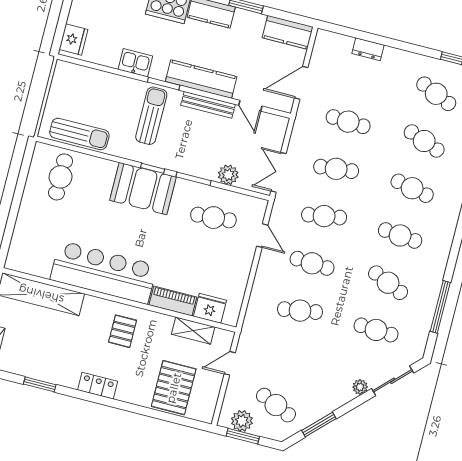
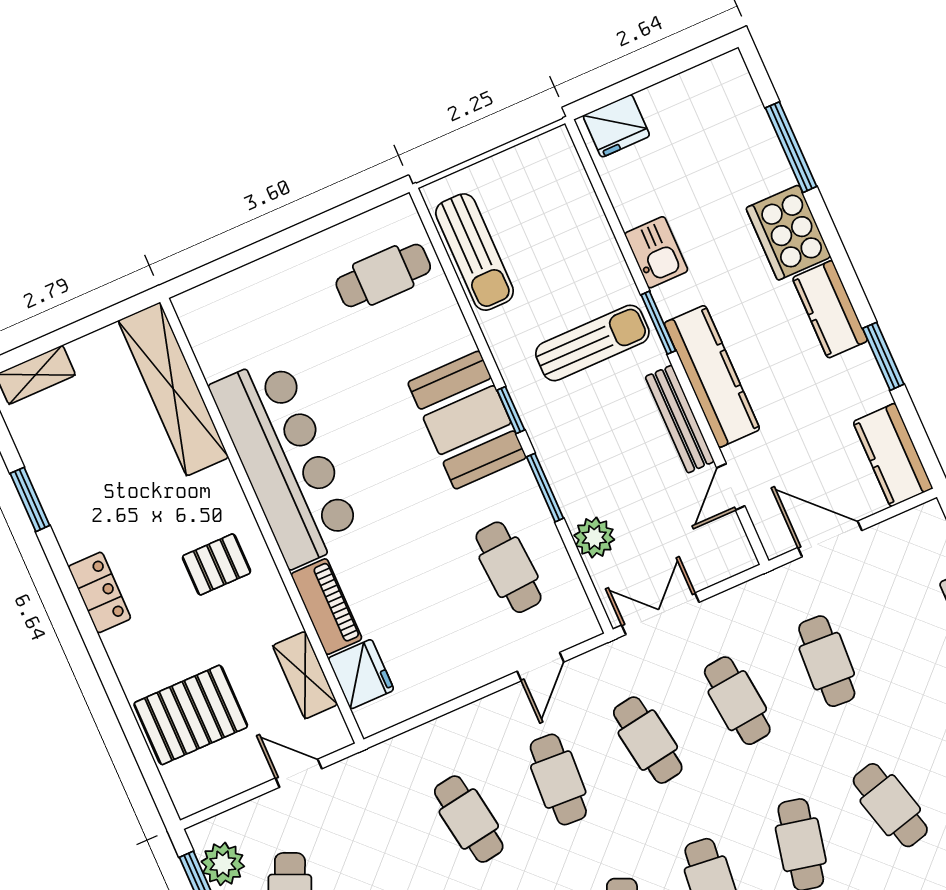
cafe table: (424, 141) -> (890, 805), turned -36

